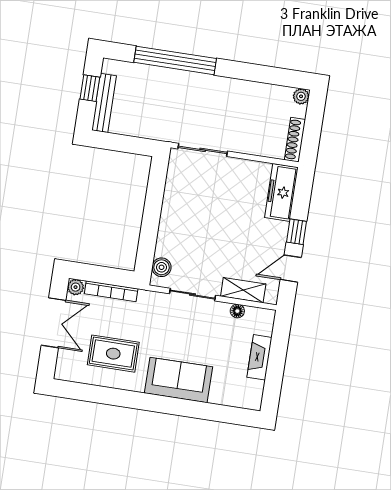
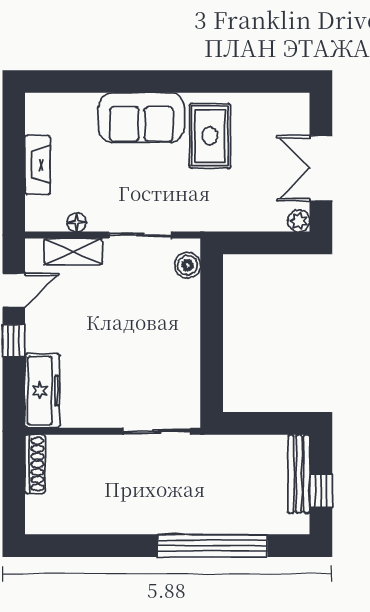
plant: (301, 96) -> (36, 524), removed
bookcase: (111, 291) -> (250, 223), removed
rug: (113, 354) -> (210, 136), moved, turned 90

